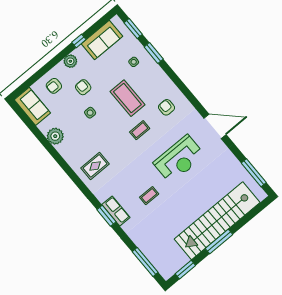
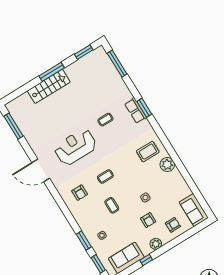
coffee table: (127, 98) -> (112, 205), width x0.54, depth x0.58
plant: (55, 136) -> (167, 165), moved
stairs: (217, 221) -> (49, 86), width x0.54, depth x0.66

